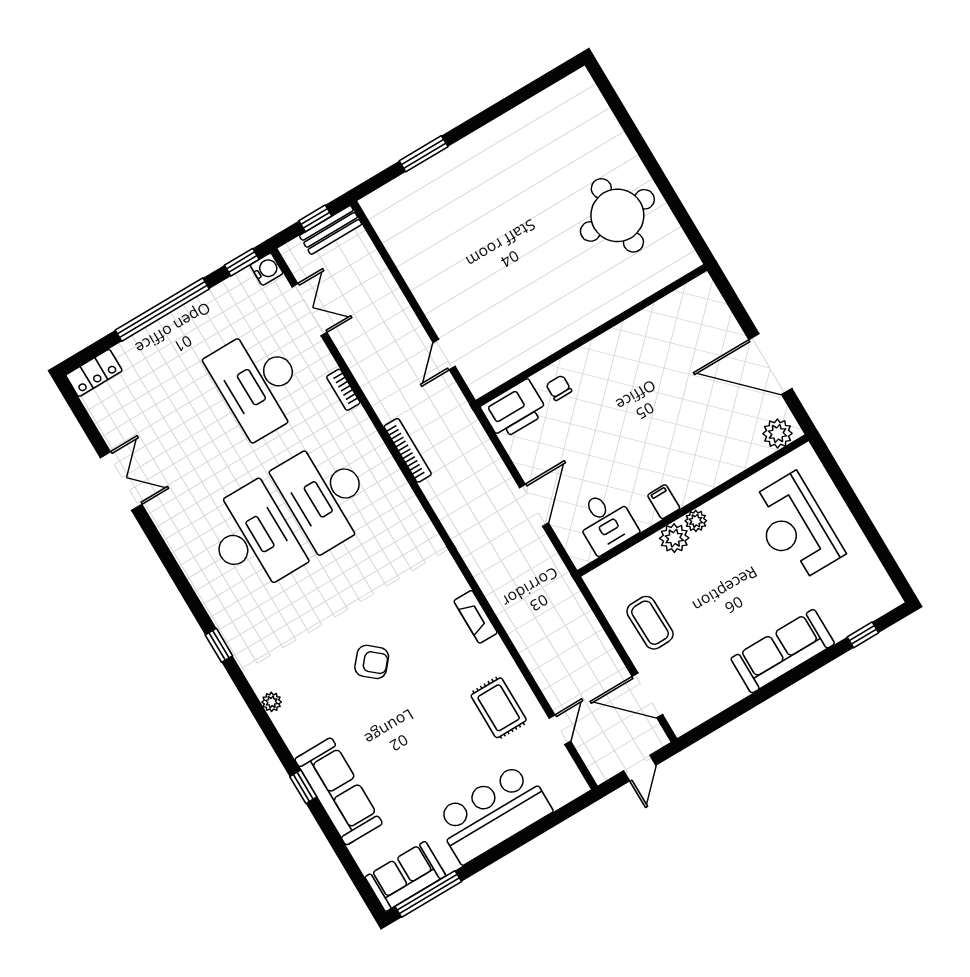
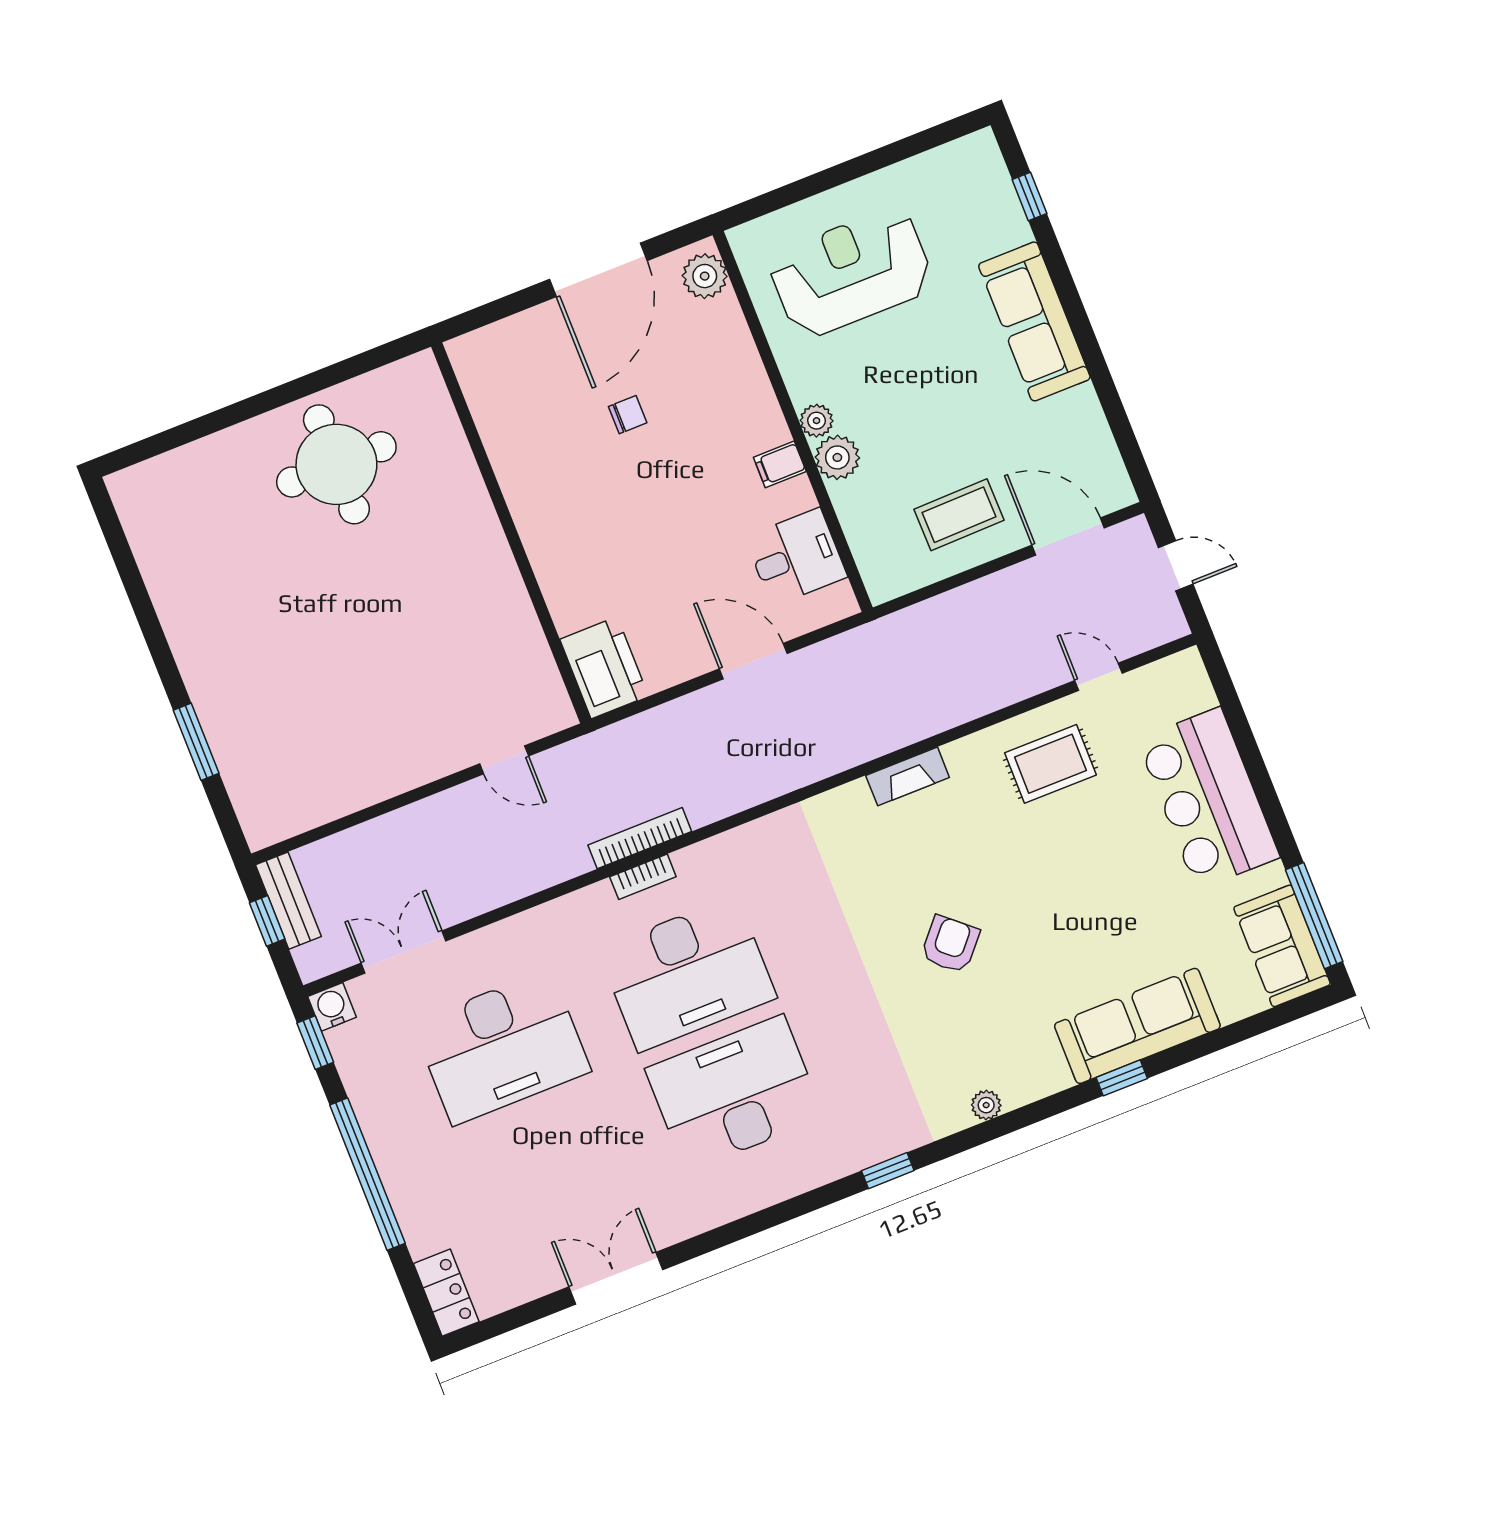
chair: (559, 388) -> (628, 415), moved, turned 180
bookcase: (343, 390) -> (643, 877), moved
reception desk: (795, 528) -> (851, 273), turned 180
door: (647, 695) -> (1068, 537), swing flipped

